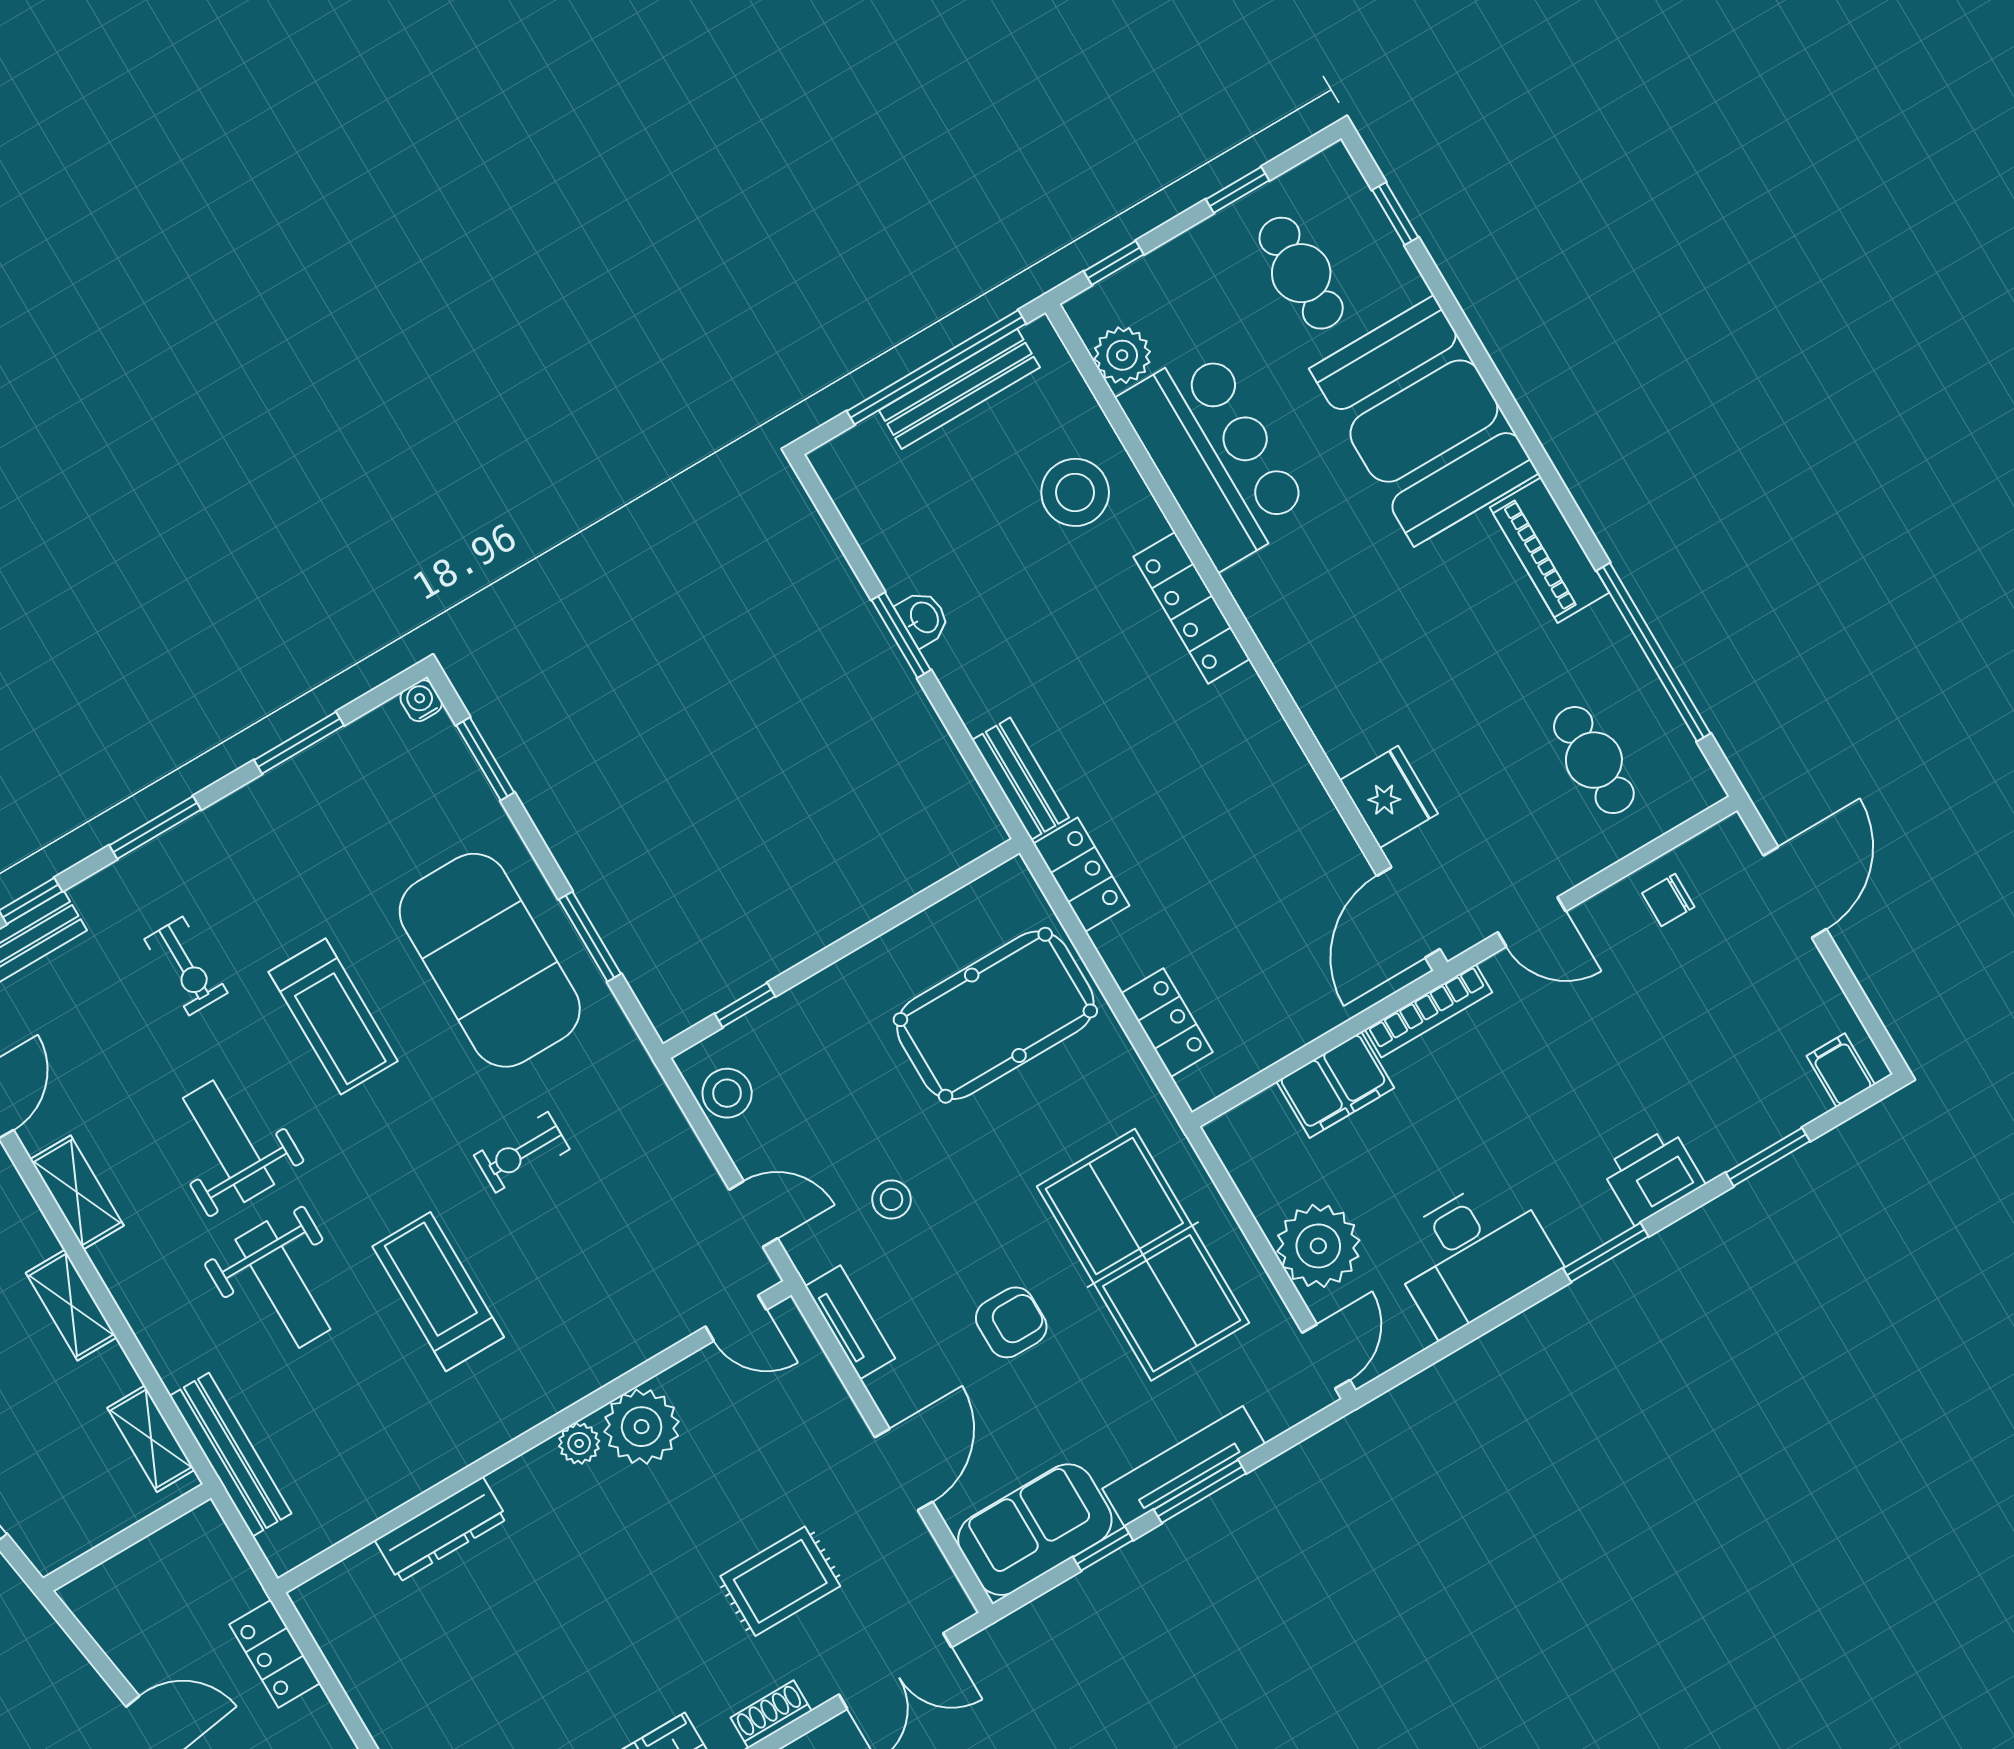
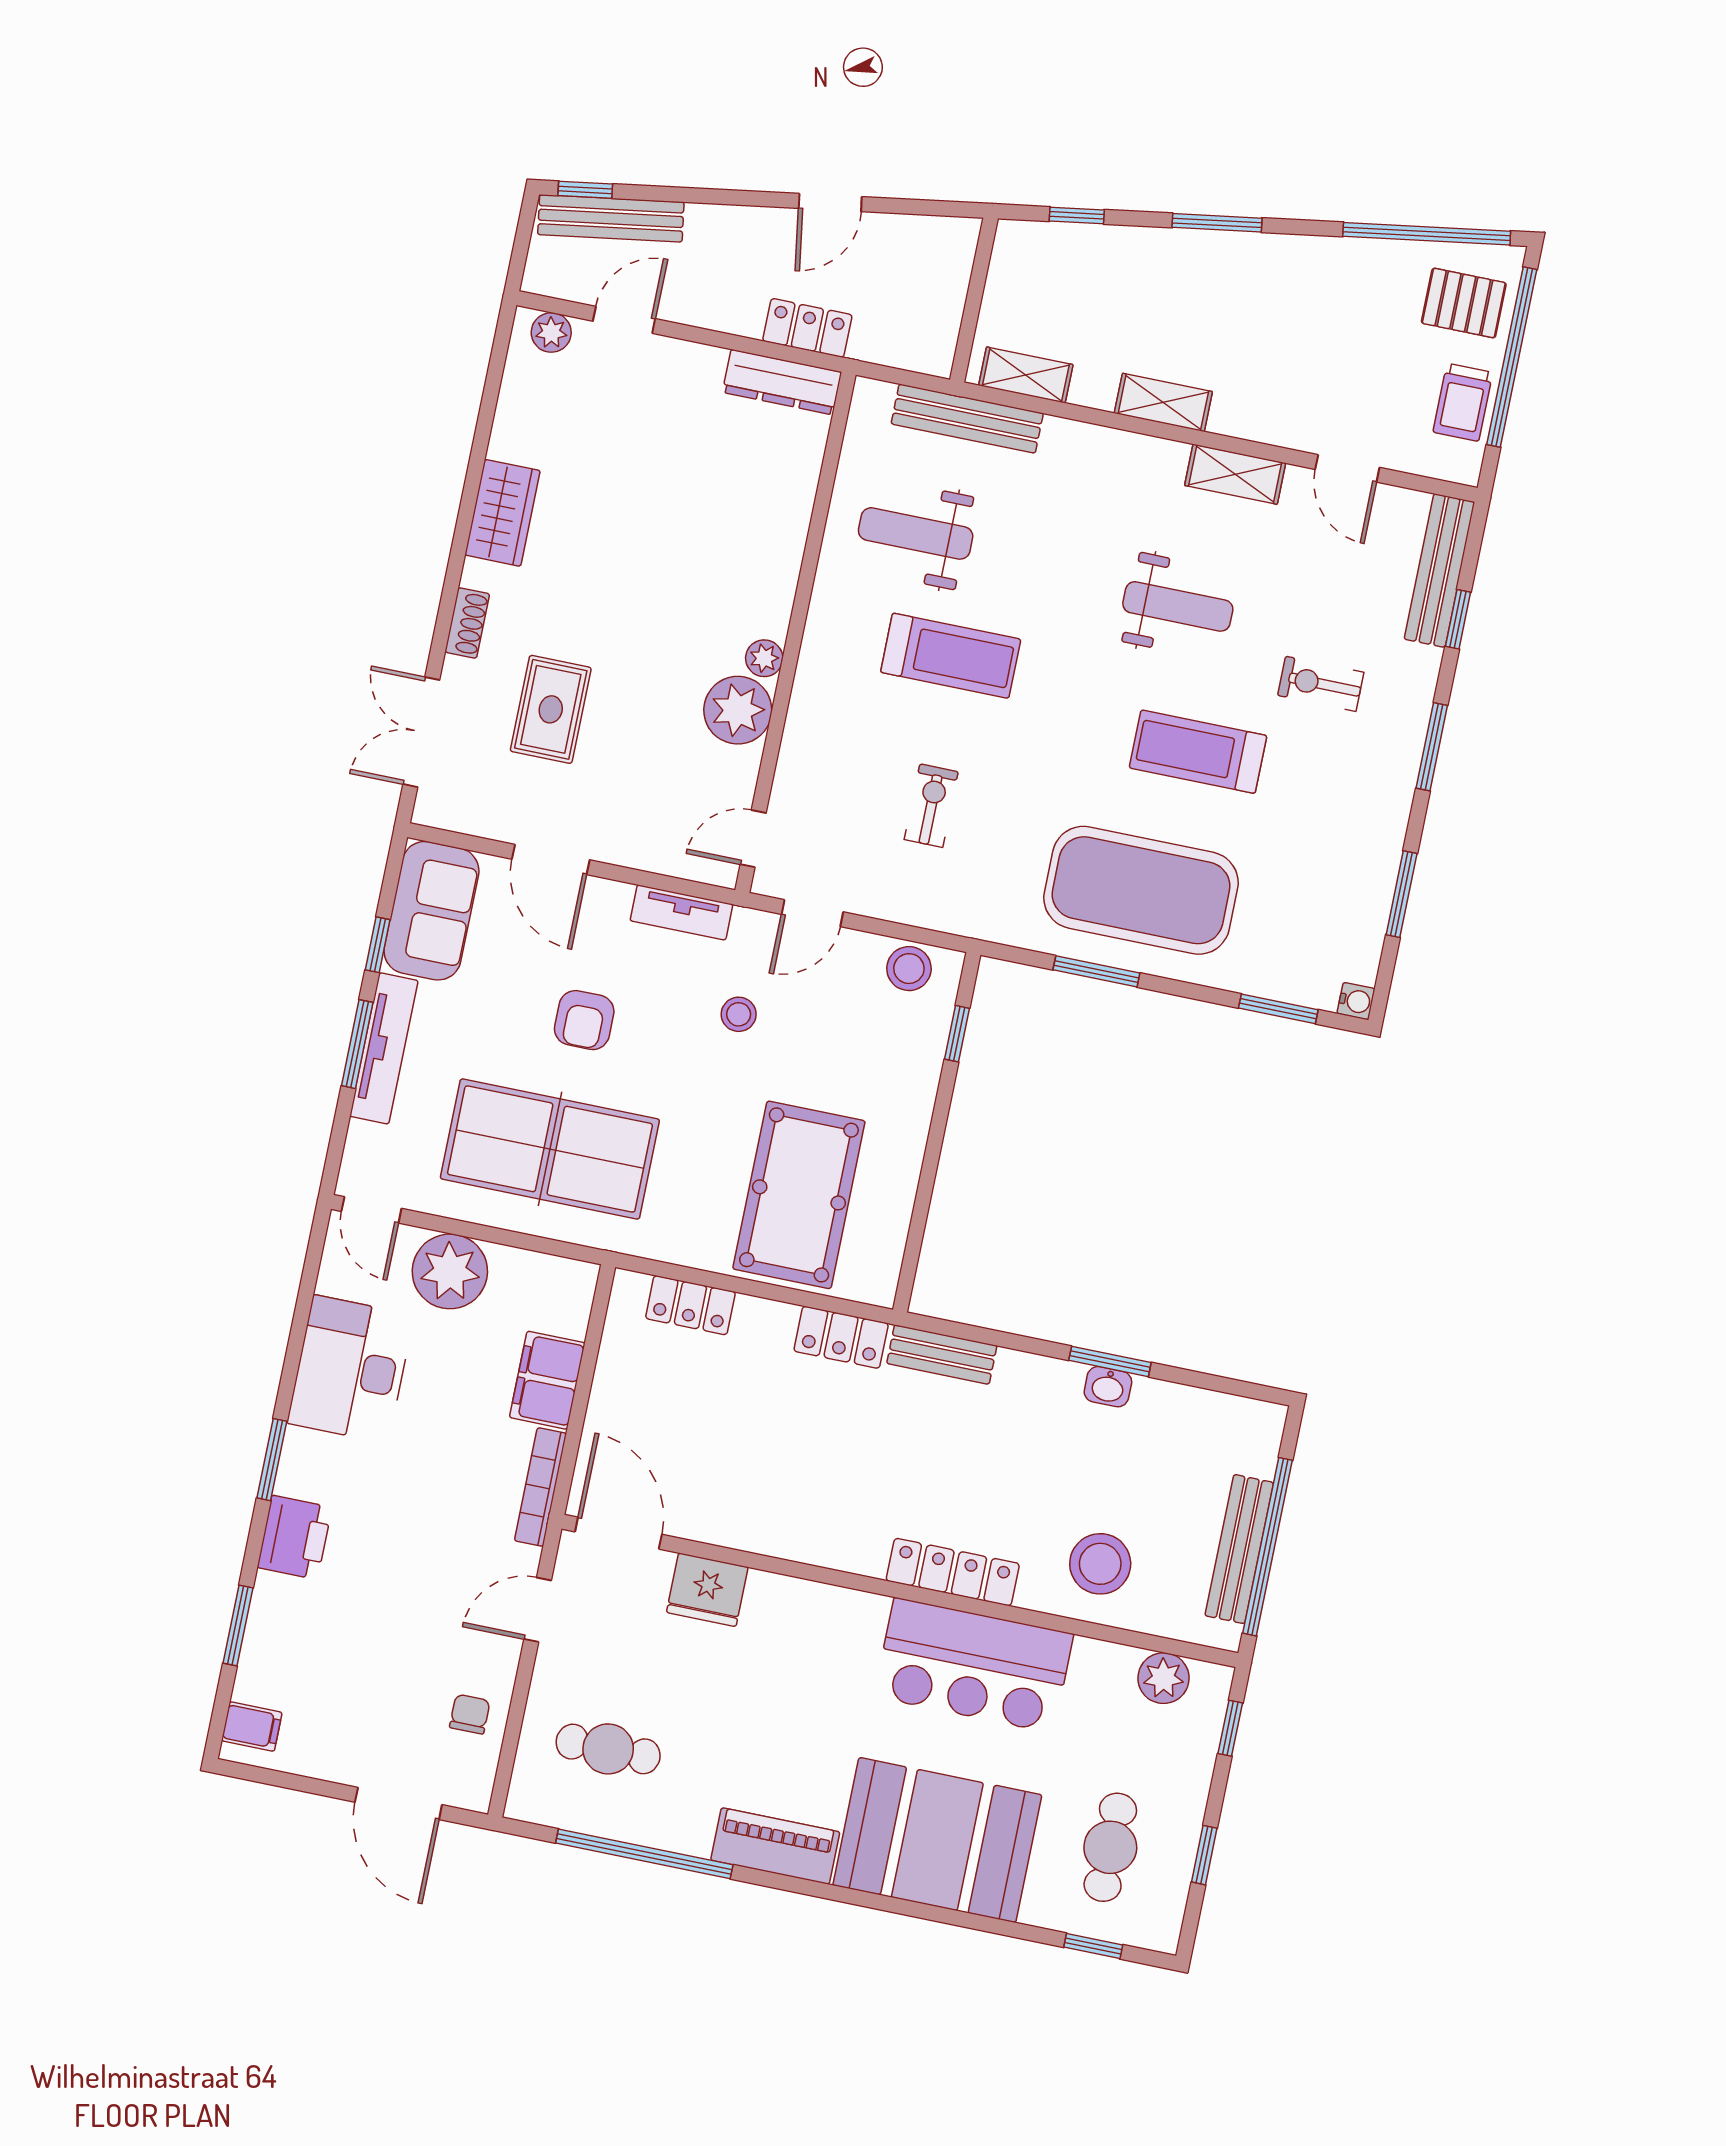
cafe table: (1301, 273) -> (1110, 1847), turned 90
bar counter: (1215, 457) -> (974, 1665), moved
exercise bike: (522, 1152) -> (931, 806), moved
weight bench: (283, 1285) -> (916, 533), moved
dresser: (441, 1529) -> (782, 382), moved, turned -90

